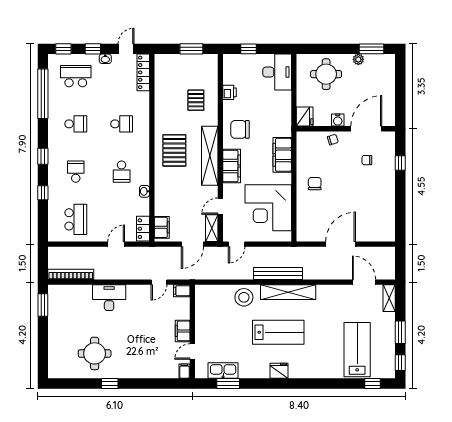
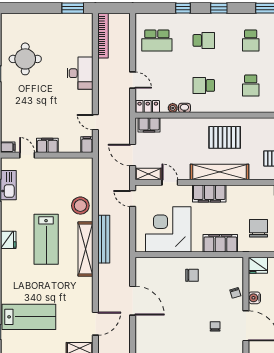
chair: (240, 129) -> (259, 228), moved
plant: (144, 203) -> (173, 108), added

